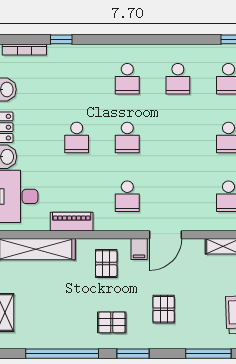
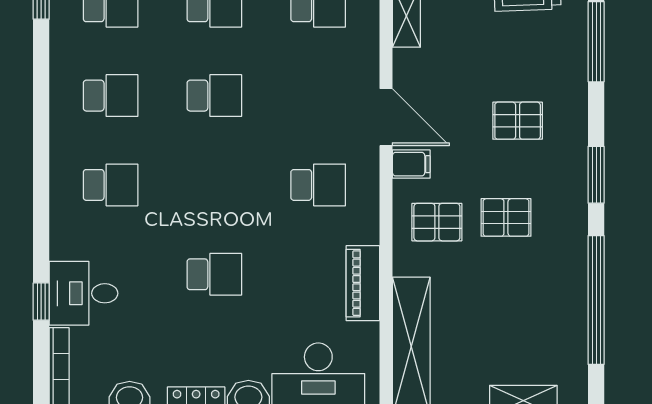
desk: (66, 63) -> (83, 293), added
school desk: (127, 138) -> (214, 96), moved
pallet: (112, 322) -> (506, 217), moved, turned 90

